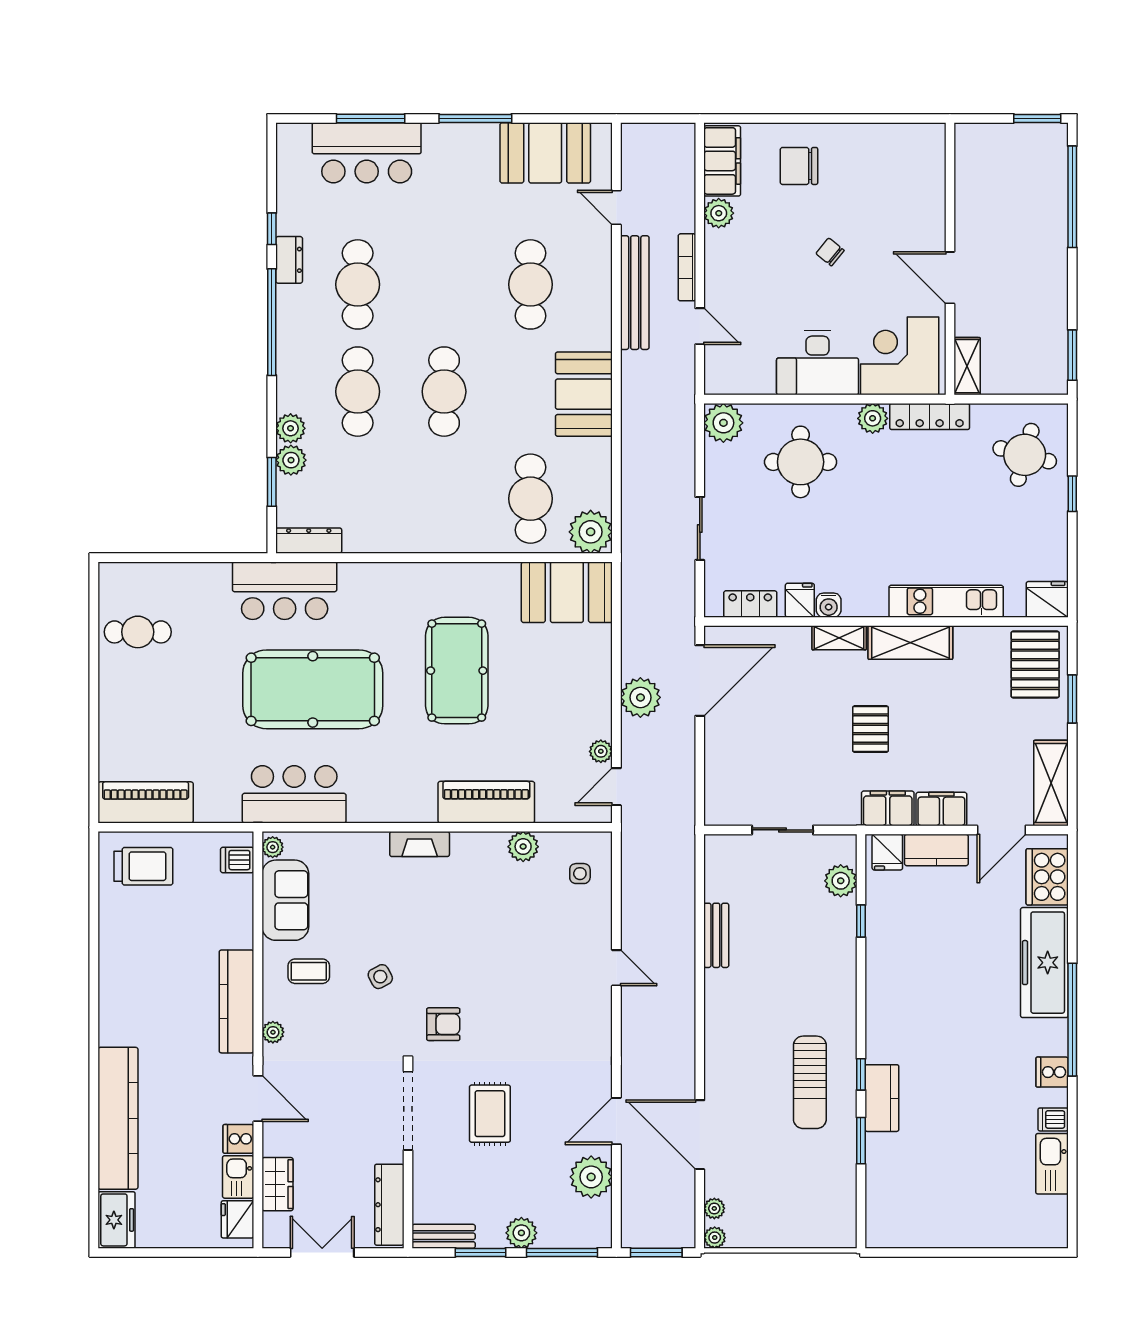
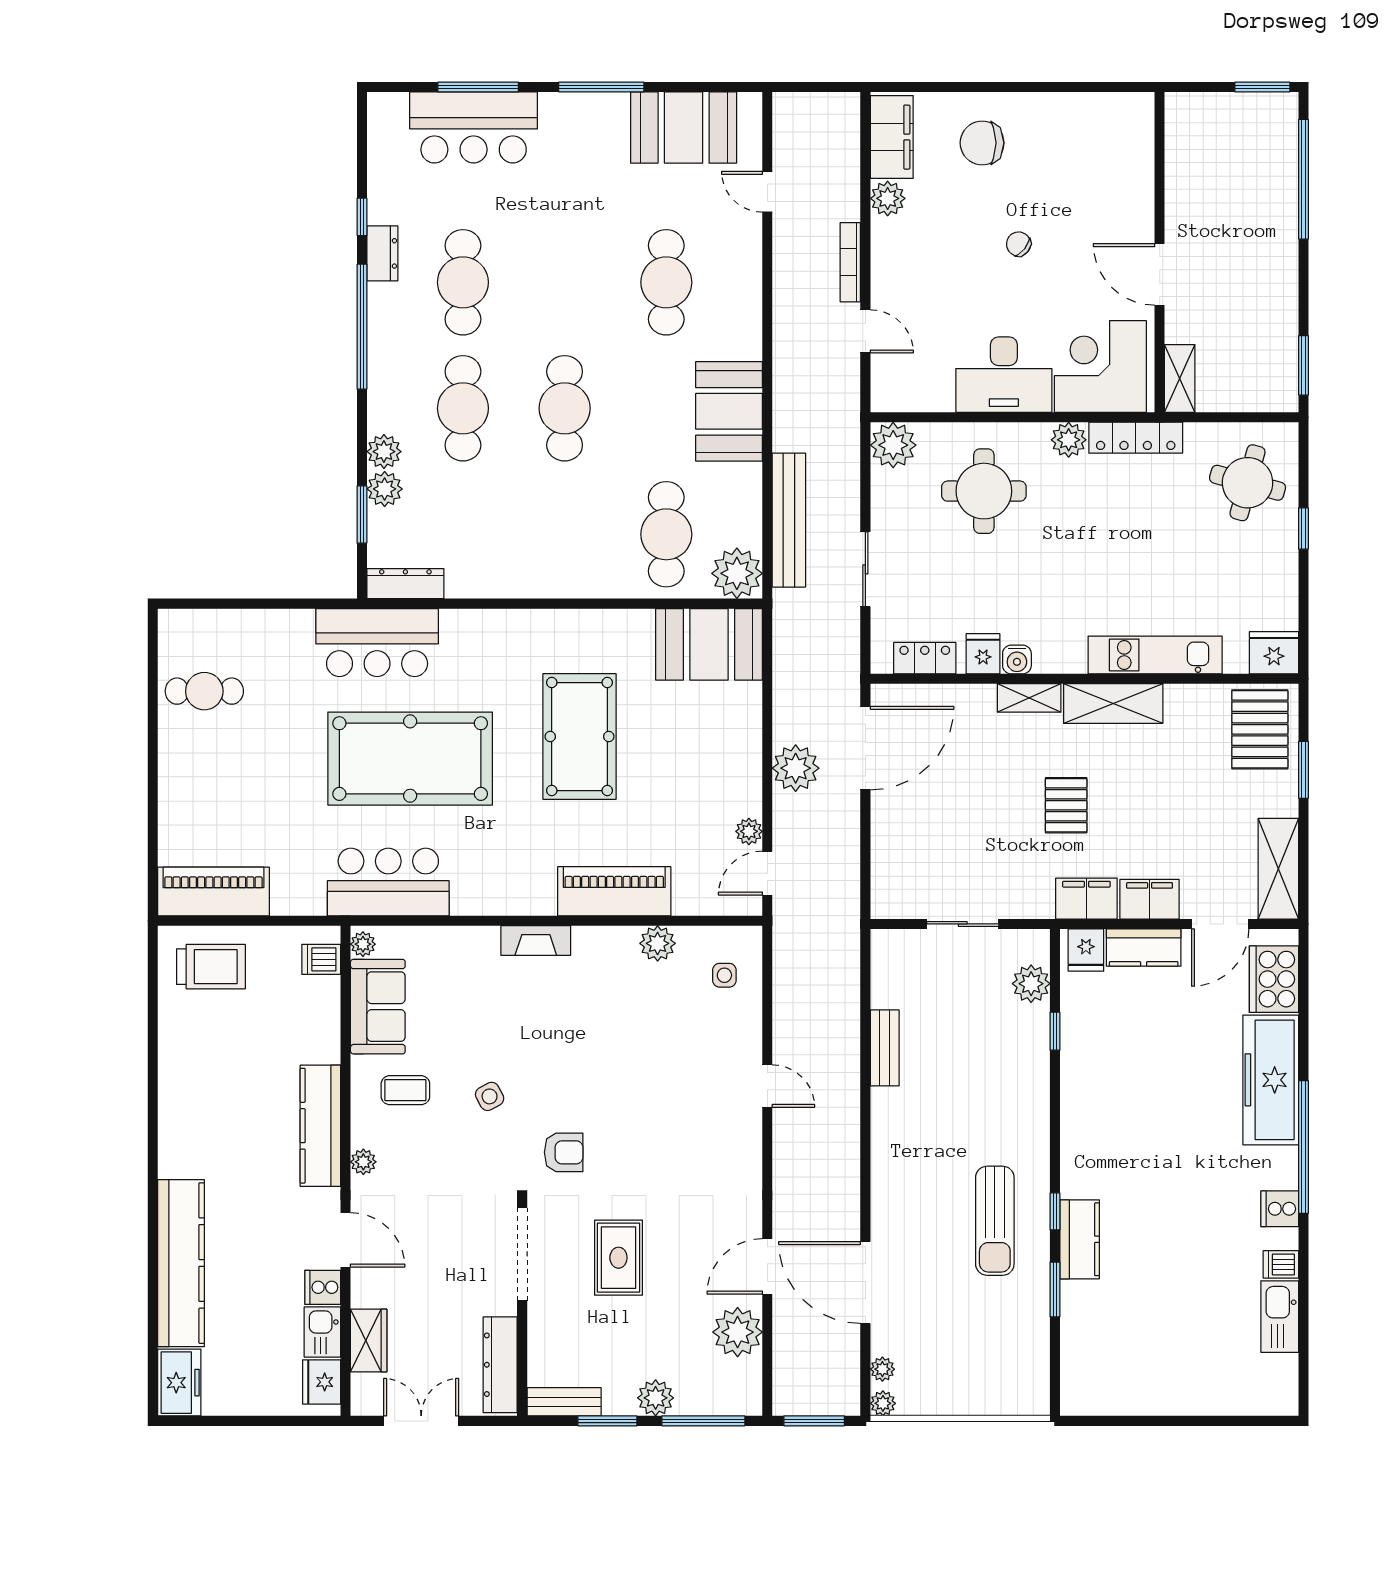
bench: (635, 293) -> (789, 520), moved

